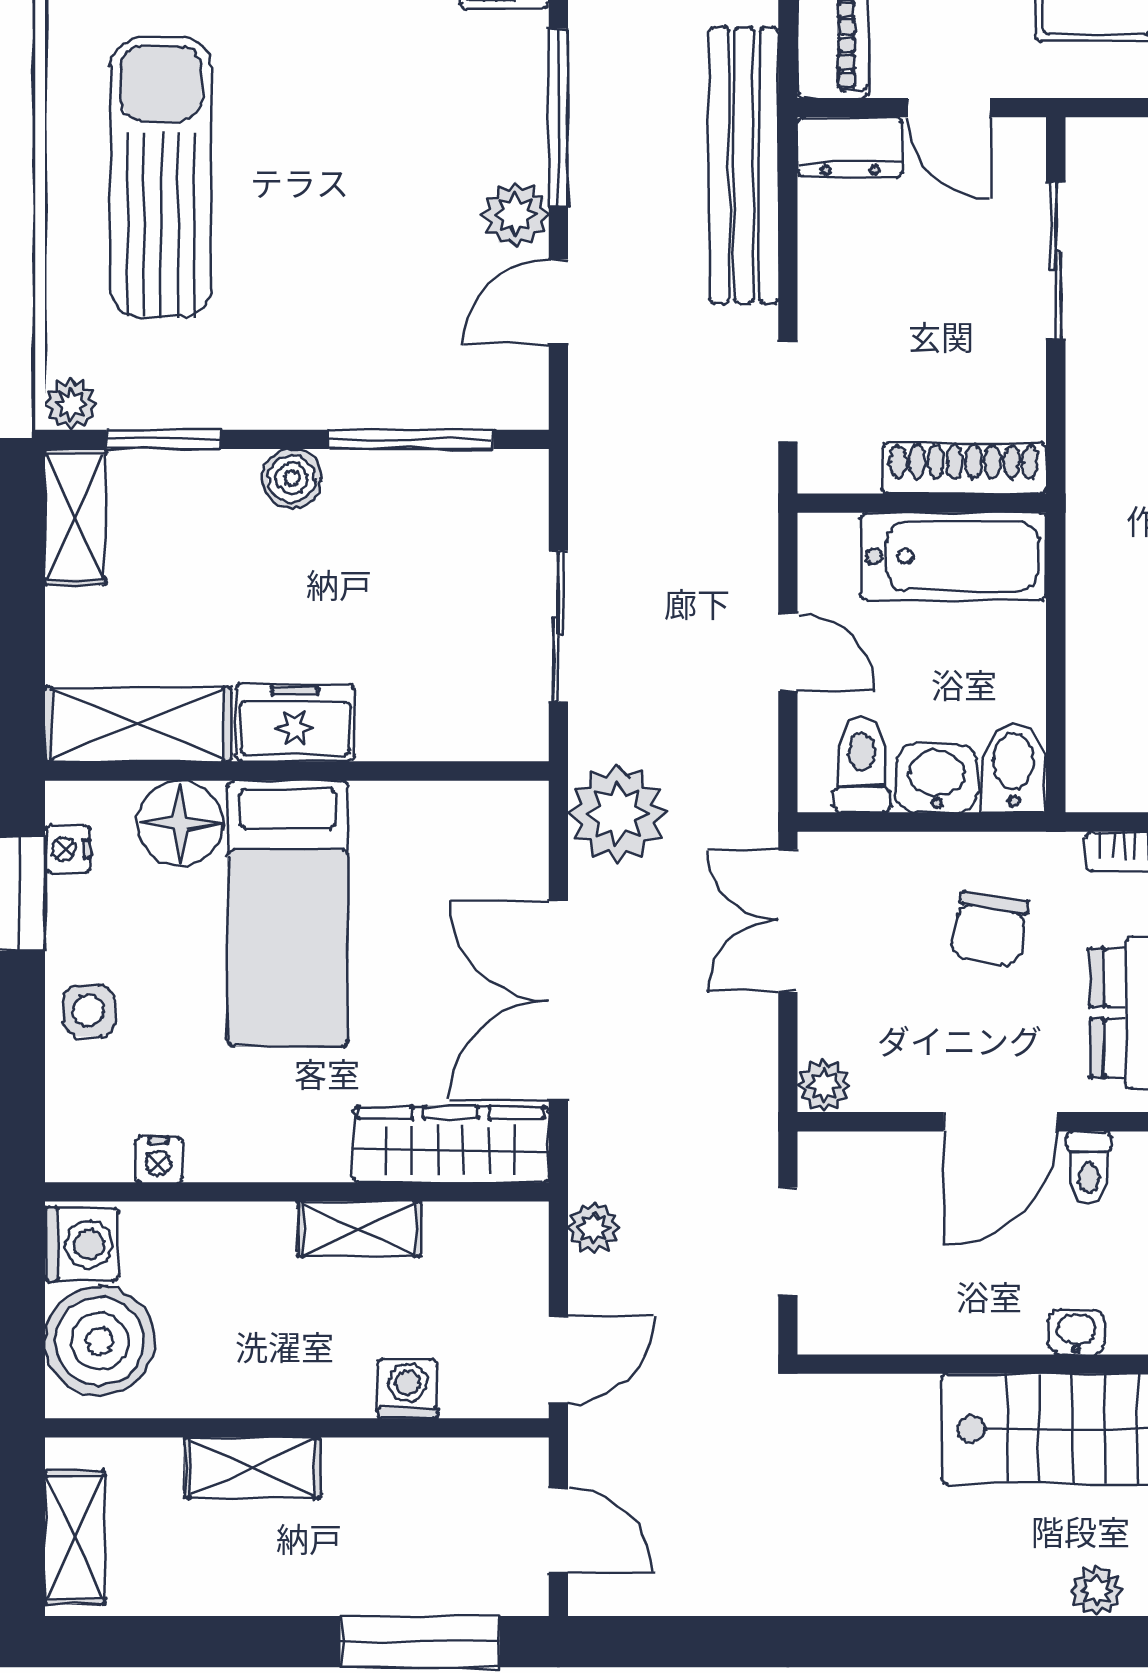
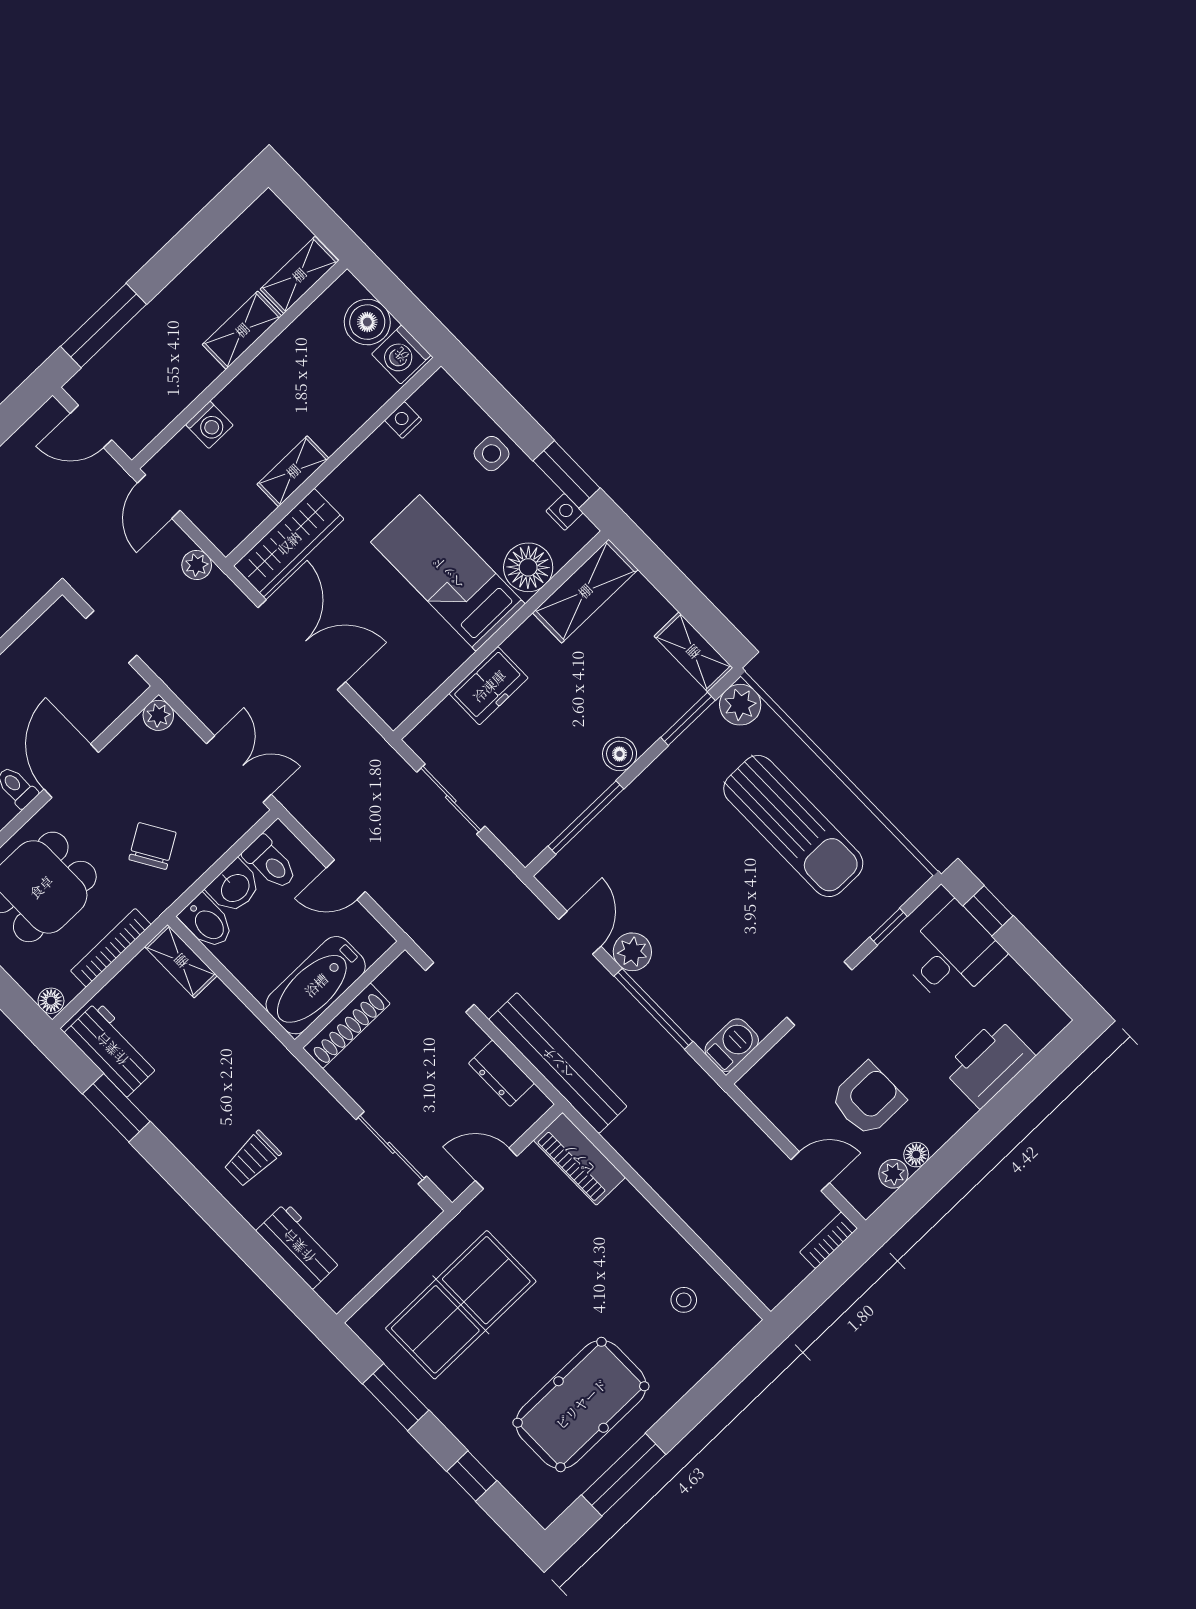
dresser: (850, 147) -> (501, 1073), moved, turned -90
plant: (71, 404) -> (740, 705), width x1.38, depth x1.38
freezer: (295, 723) -> (489, 686), moved
shelving: (1093, 750) -> (181, 961), added
plant: (617, 814) -> (352, 745), removed
chair: (990, 929) -> (152, 846), turned 49
boiler: (100, 1341) -> (367, 322), width x0.73, depth x0.73
shelving: (75, 1537) -> (299, 275), moved, turned 90

